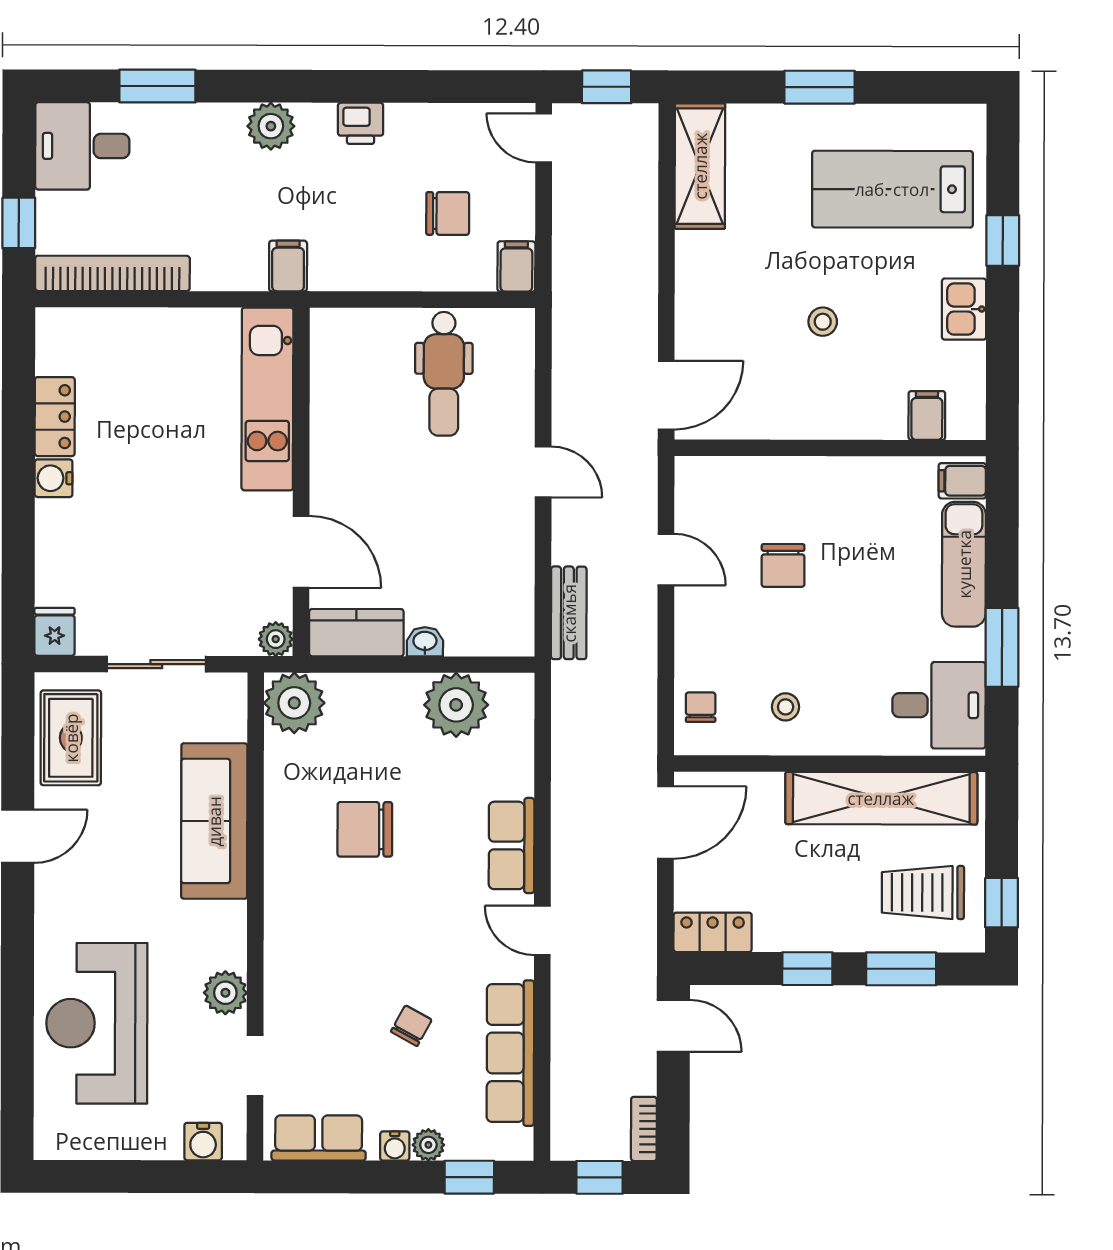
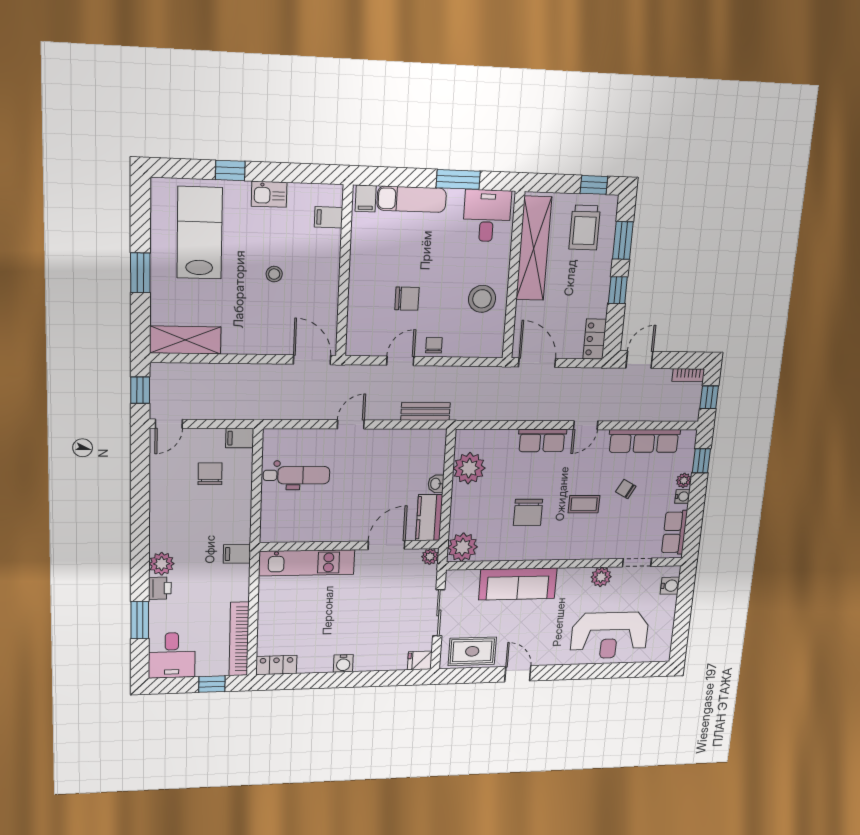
printer: (361, 123) -> (160, 588), moved
lab bench: (892, 189) -> (200, 233), turned 180
locker: (55, 417) -> (276, 665), moved
chair: (701, 707) -> (434, 345), moved, turned 90
stool: (786, 707) -> (482, 299), width x1.89, depth x1.89
coffee table: (381, 942) -> (584, 504), added

